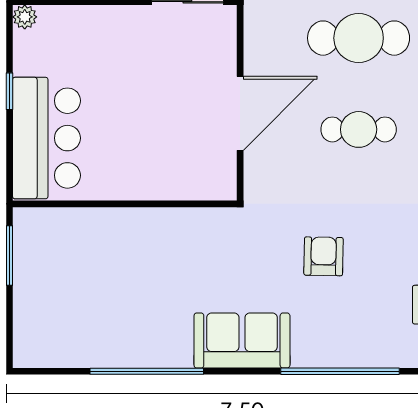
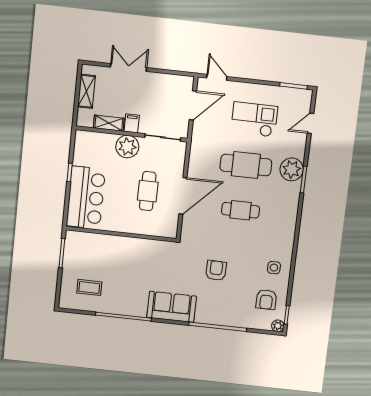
plant: (25, 17) -> (127, 147), moved, width x1.87, depth x1.87
cafe table: (169, 111) -> (148, 191), added
coffee table: (72, 319) -> (89, 287), added

